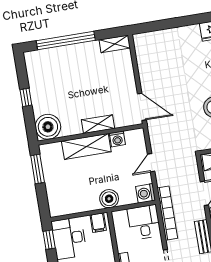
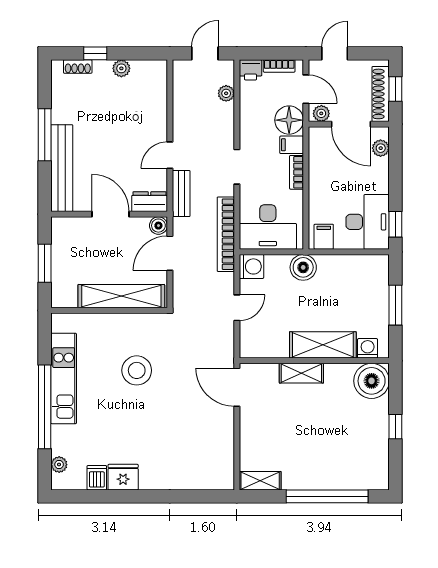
washing machine: (117, 139) -> (368, 348), moved
window: (38, 169) -> (395, 305), moved
desk: (144, 222) -> (268, 227), width x1.37

